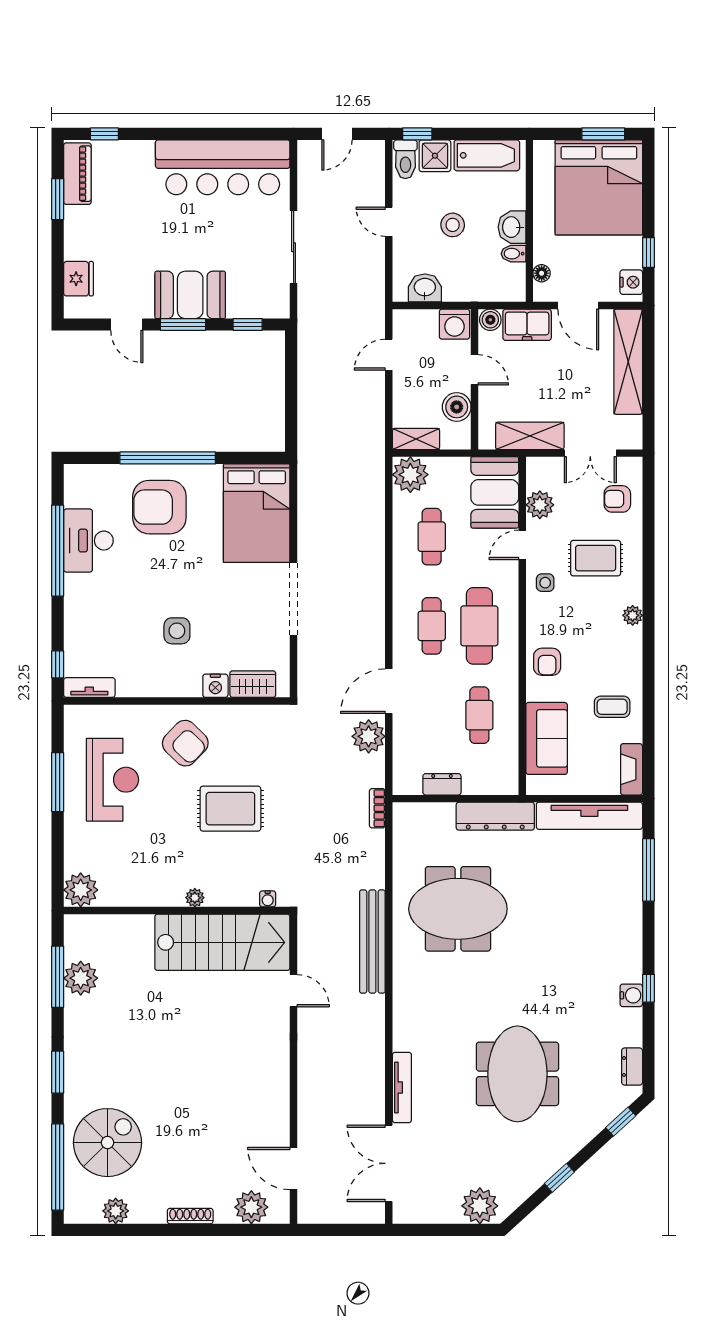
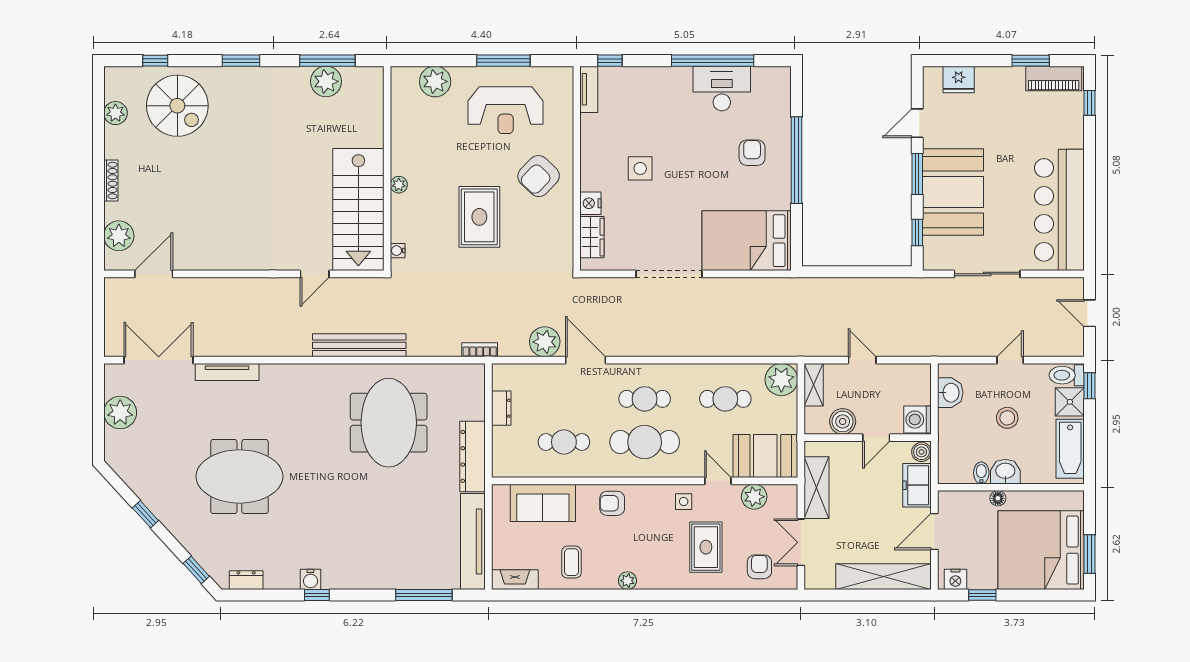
floor lamp: (542, 273) -> (998, 498), moved
booth: (190, 295) -> (953, 192), width x1.36, depth x1.42
door: (389, 355) -> (862, 360), moved
armchair: (159, 507) -> (752, 153), width x0.53, depth x0.53
plant: (633, 615) -> (627, 581), moved
plant: (81, 890) -> (435, 81), moved
window: (58, 1167) -> (155, 61), width x0.32
plant: (480, 1206) -> (120, 413), moved

